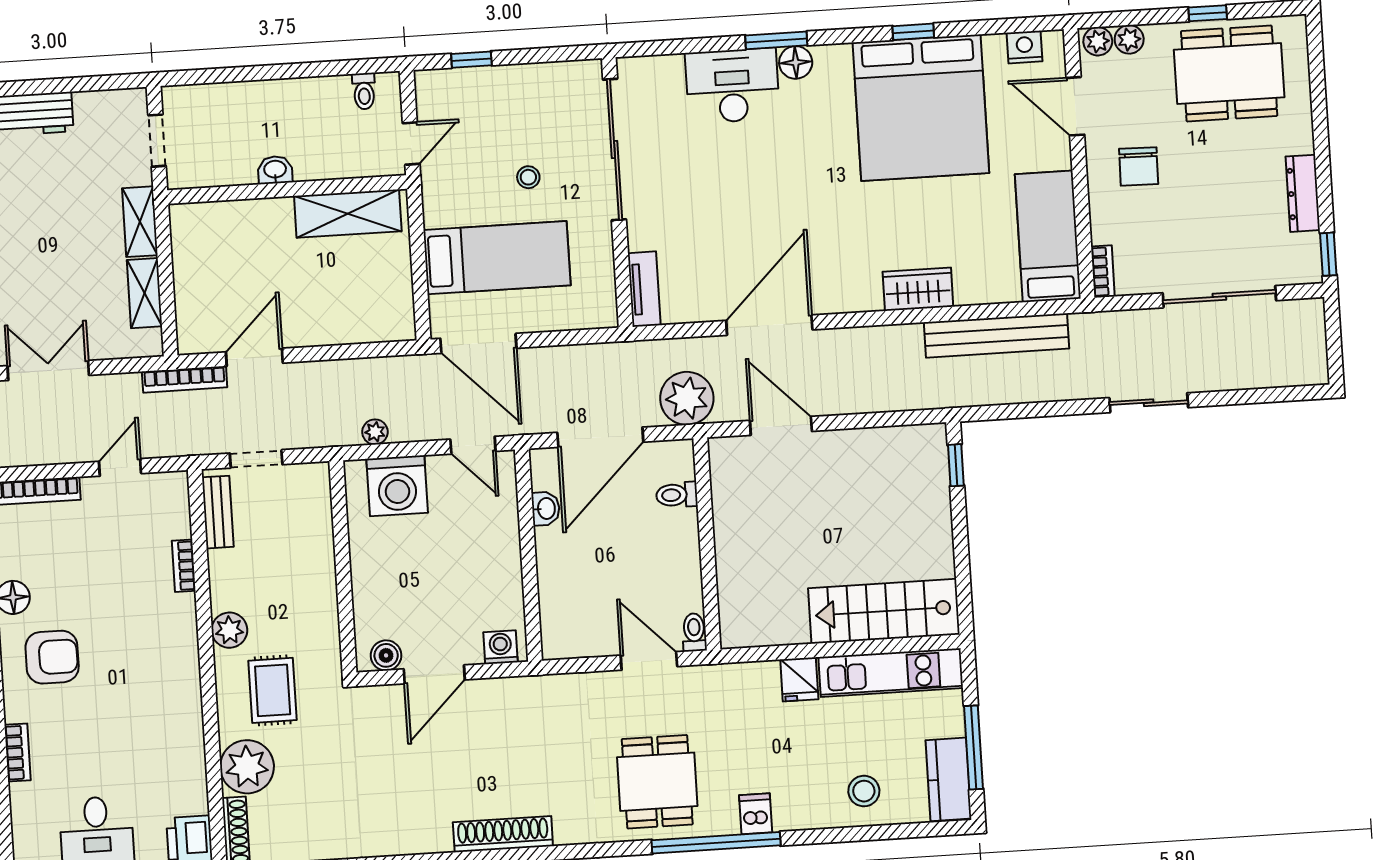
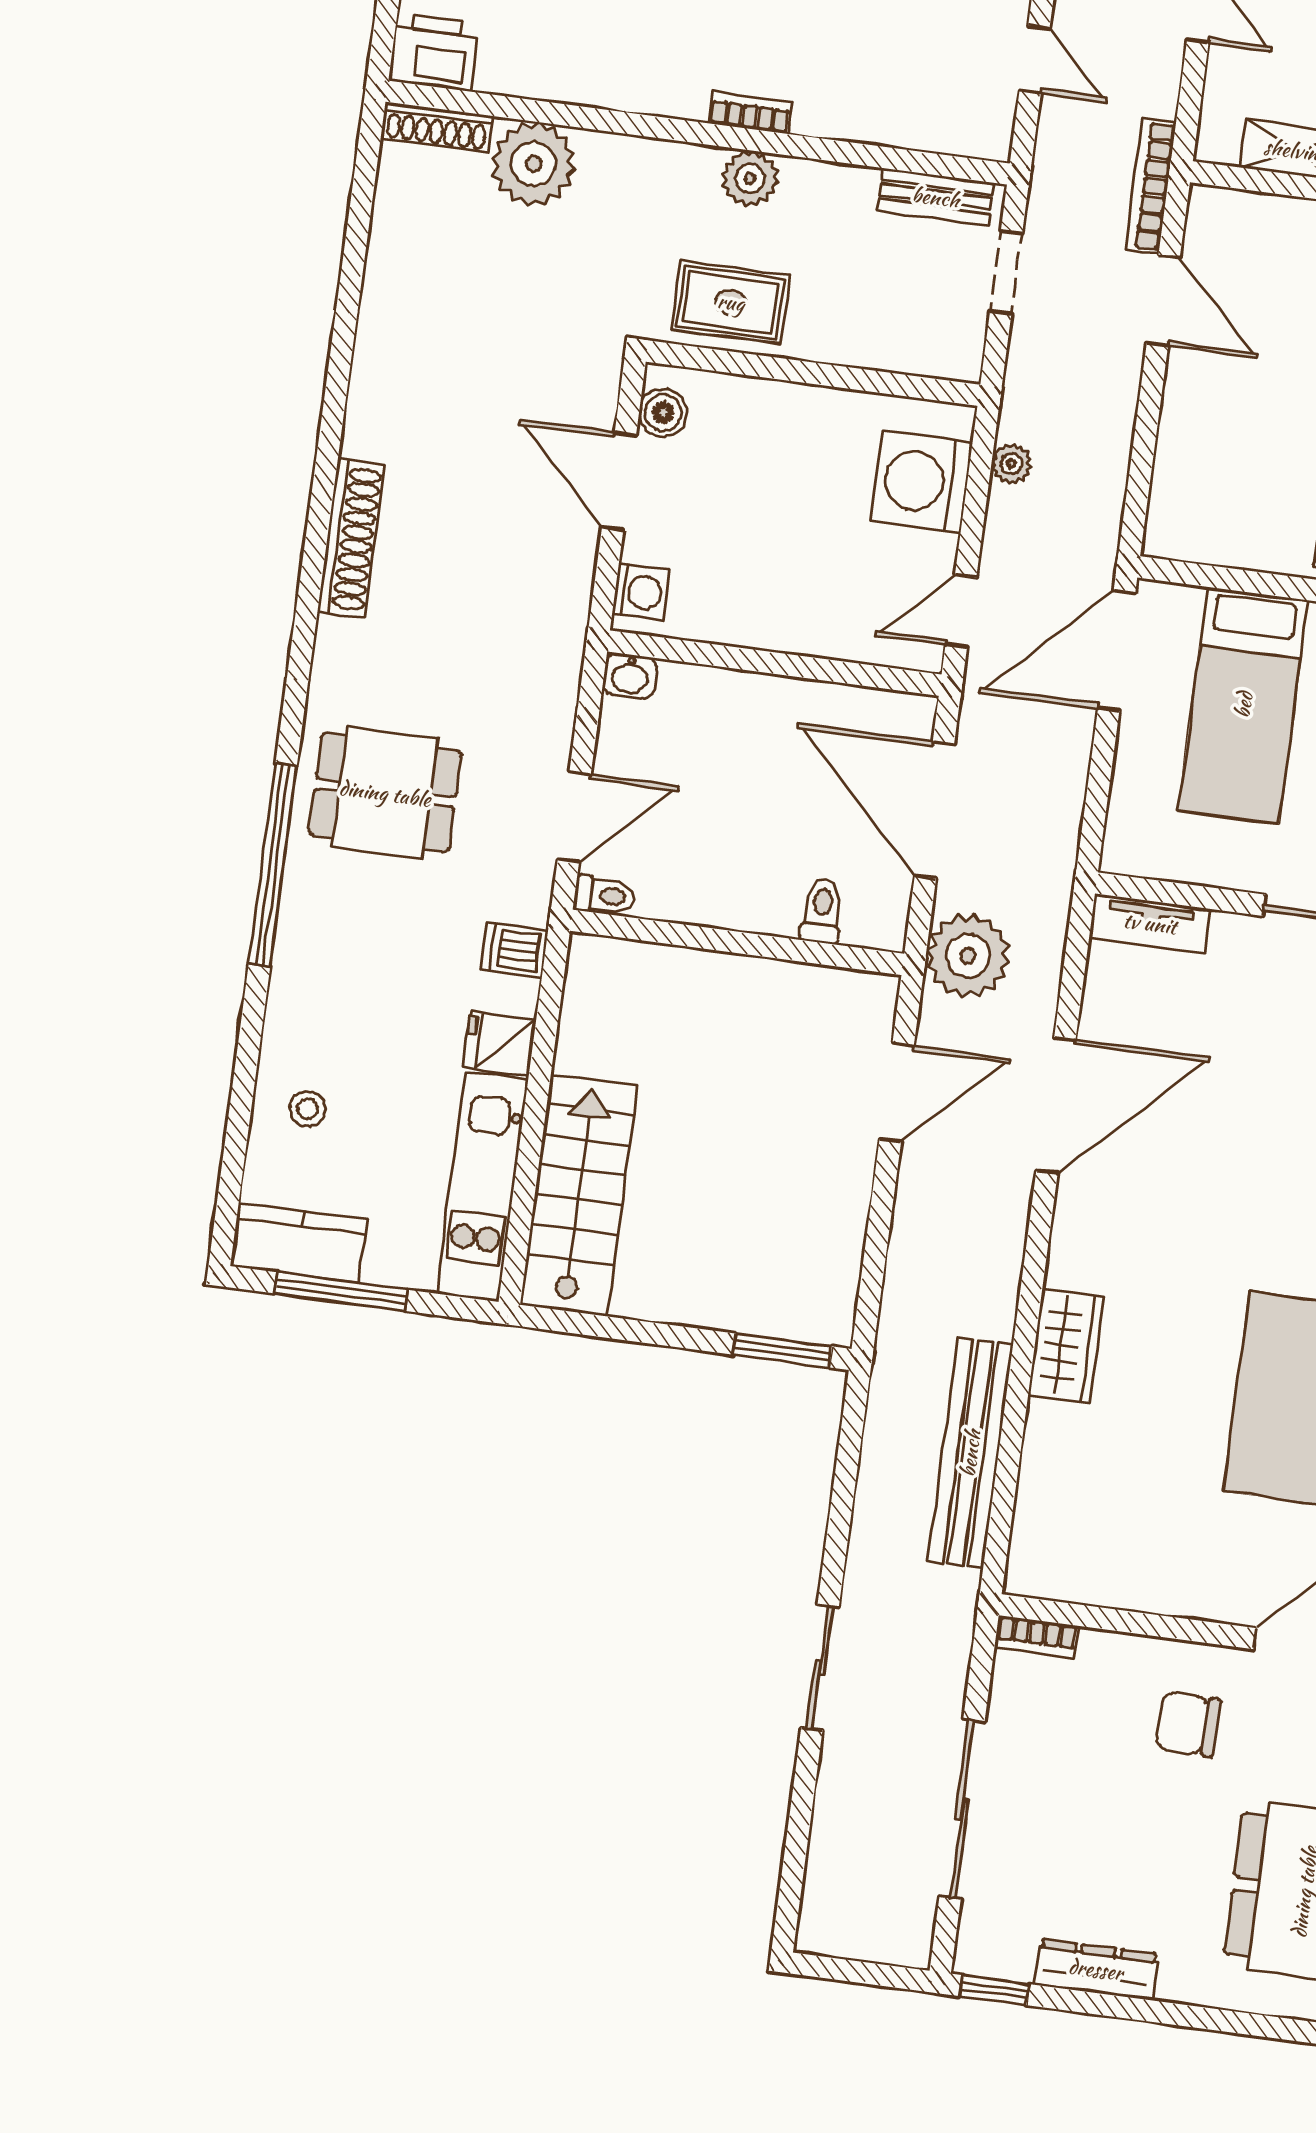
bed: (1048, 236) -> (1108, 1562), removed
door: (769, 325) -> (1056, 1105), hinge flipped
window: (956, 465) -> (783, 1351), width x1.50
washbasin: (546, 509) -> (630, 676), moved
bookcase: (184, 566) -> (750, 113), moved
rug: (273, 690) -> (731, 302), moved
stool: (864, 791) -> (307, 1109), width x0.73, depth x0.73
dishwasher: (756, 814) -> (514, 950), moved, turned 180

